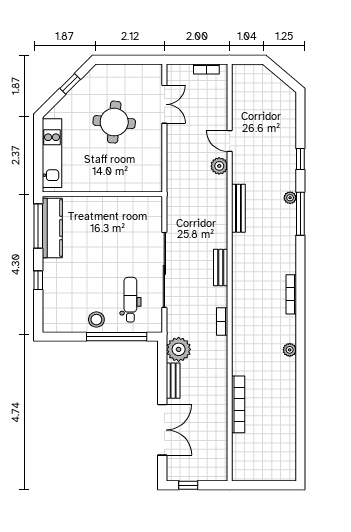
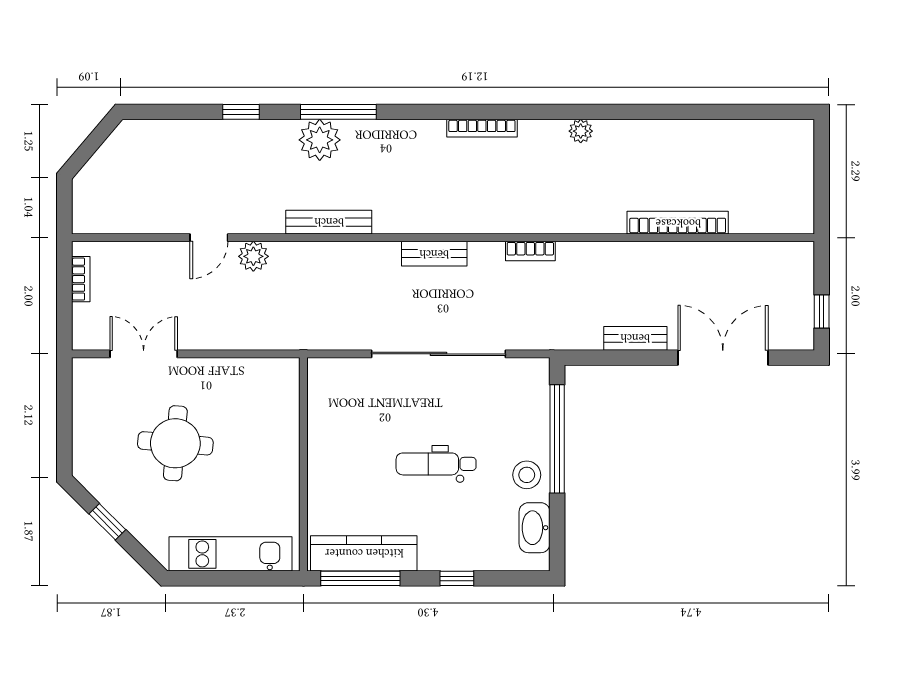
plant: (290, 198) -> (320, 140), width x1.88, depth x1.88
dental chair: (130, 300) -> (436, 464), moved
washbasin: (67, 324) -> (535, 528), added
plant: (179, 349) -> (580, 329), removed

